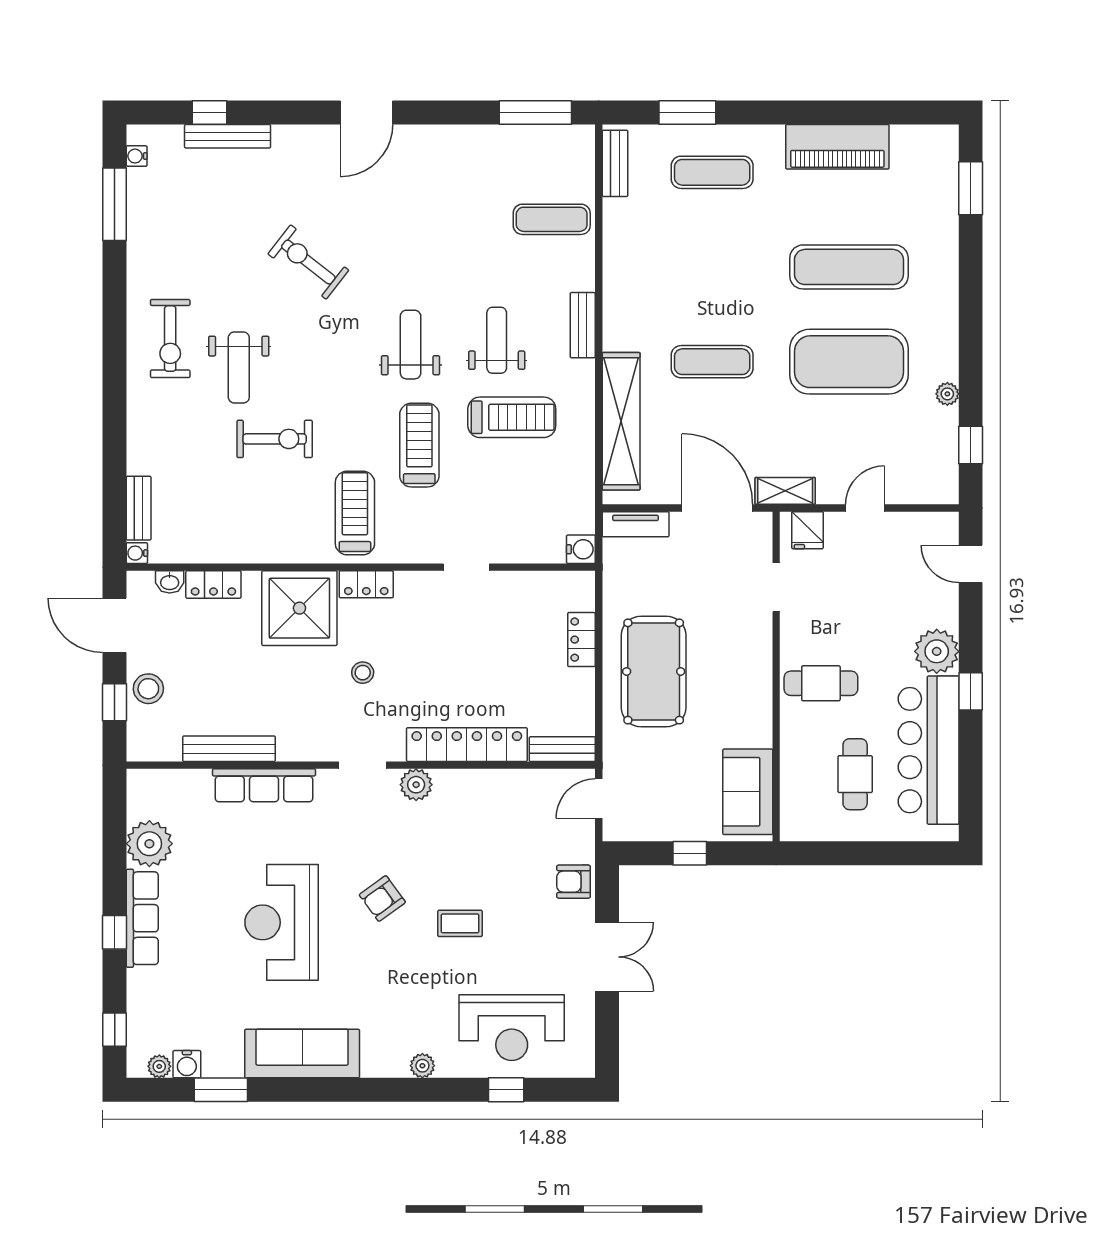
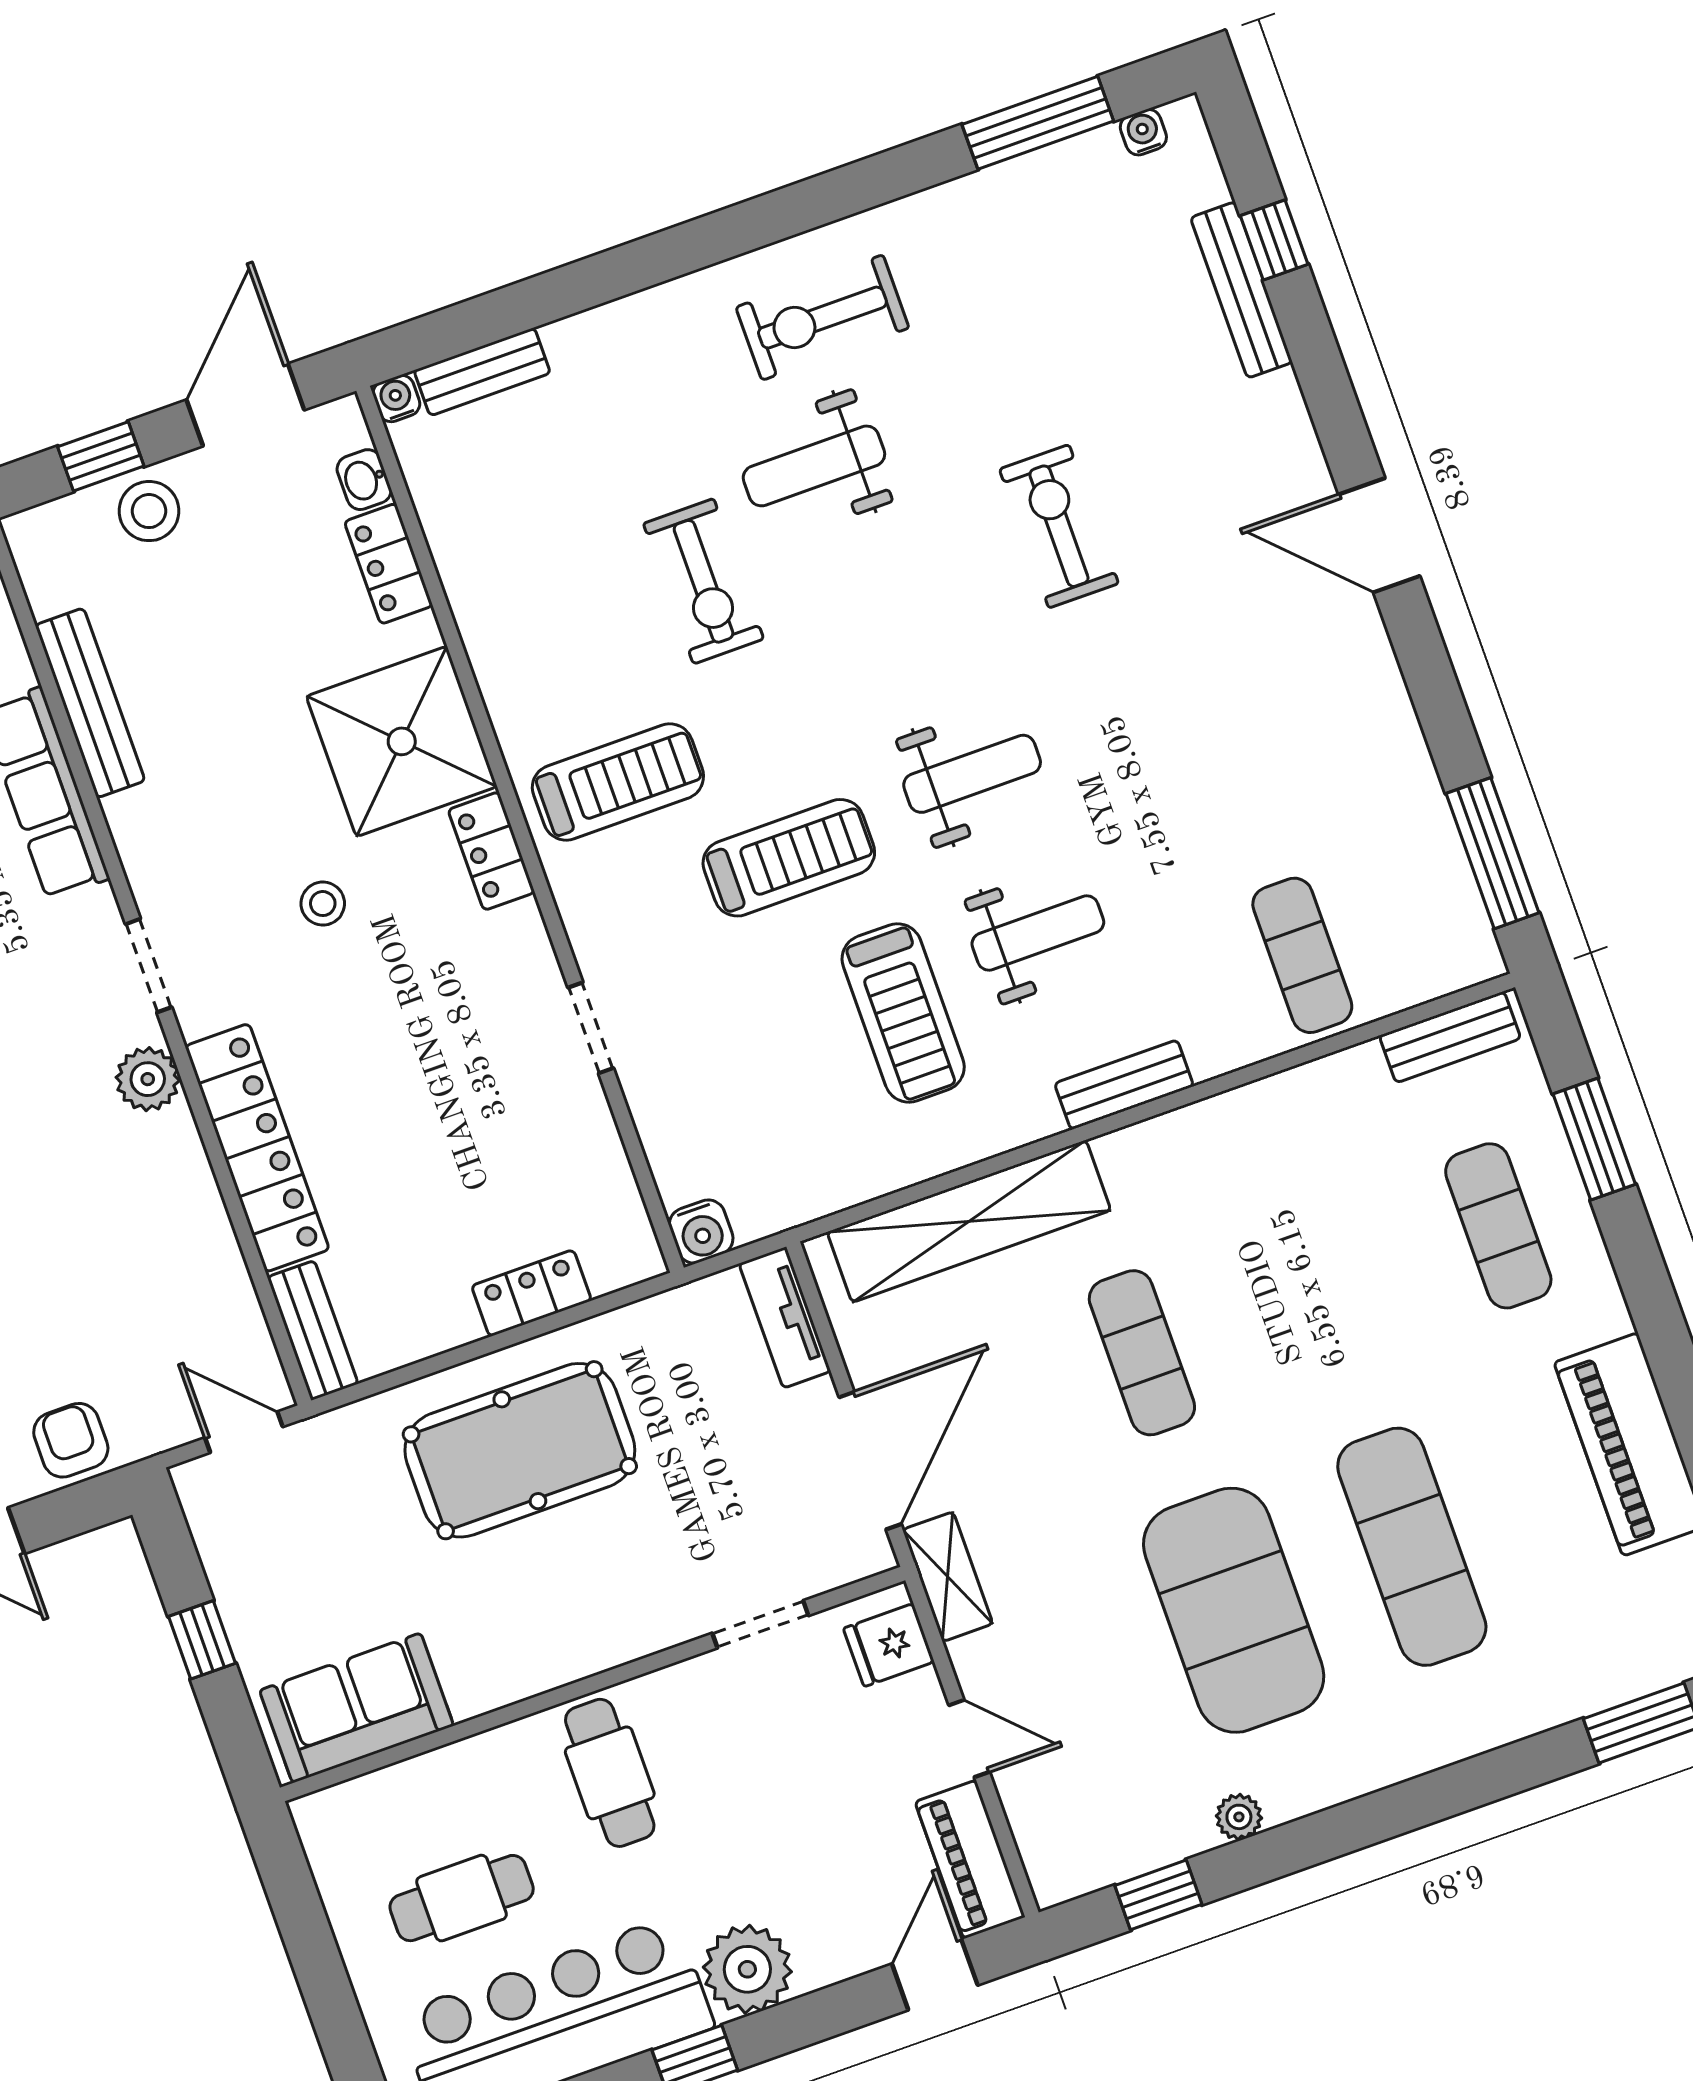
exercise bike: (308, 262) -> (1059, 526), turned -38
piano: (922, 528) -> (970, 1859), added

